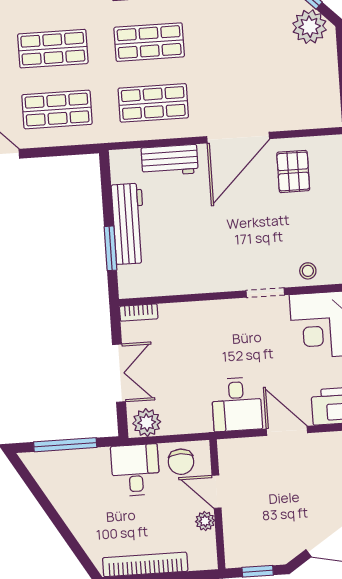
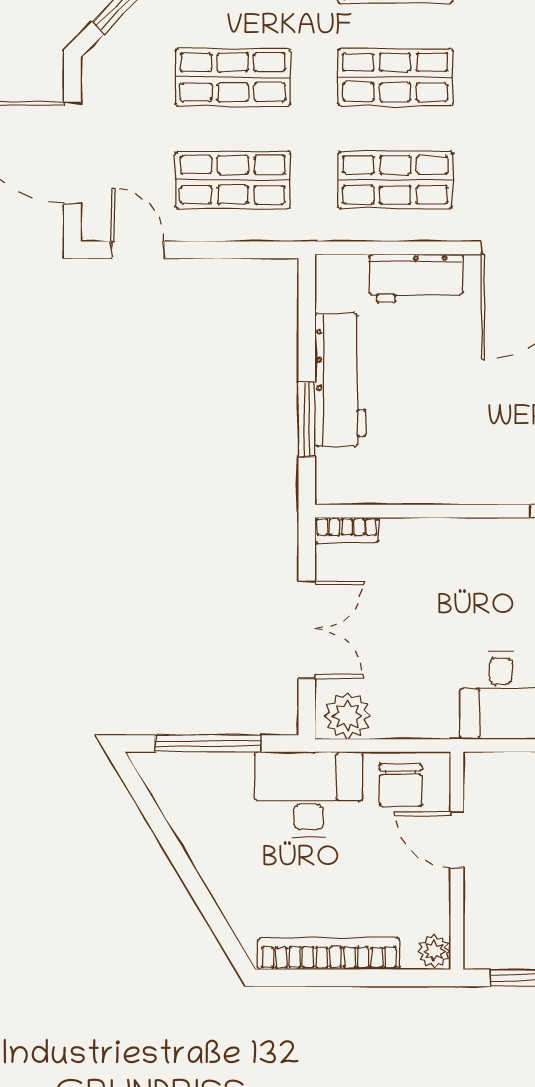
desk: (135, 470) -> (308, 794), width x1.37
plant: (205, 521) -> (434, 951), moved

